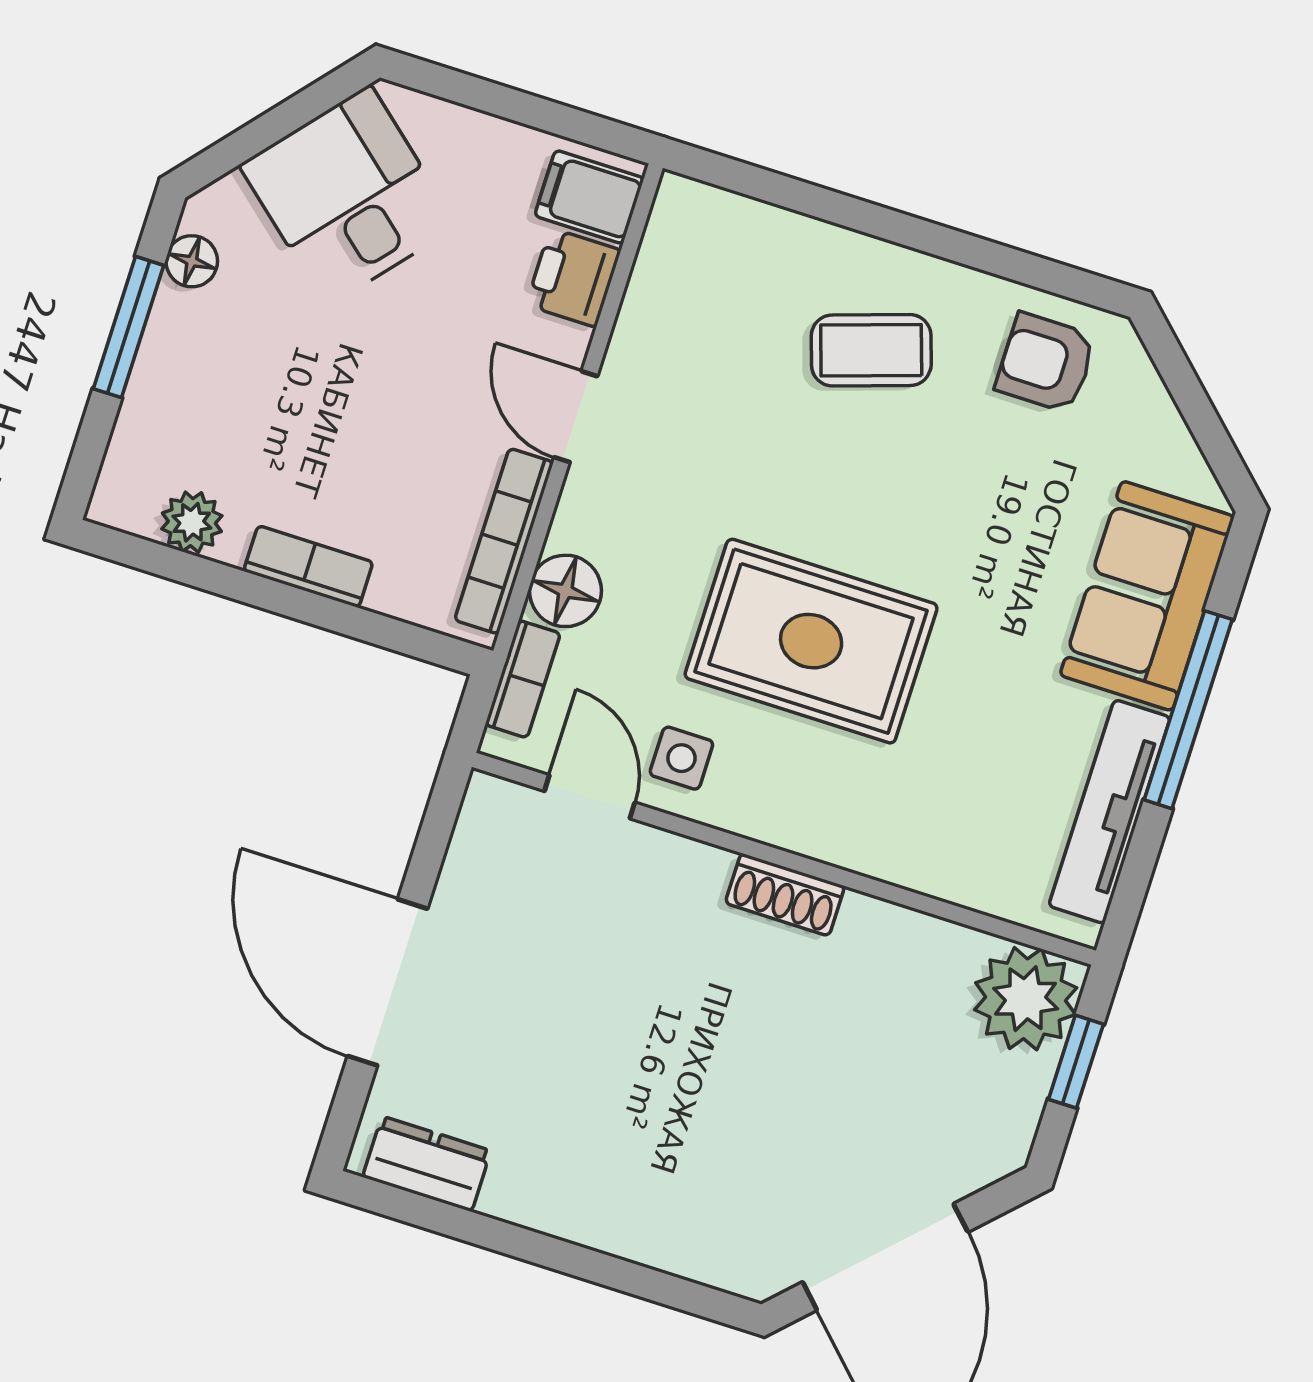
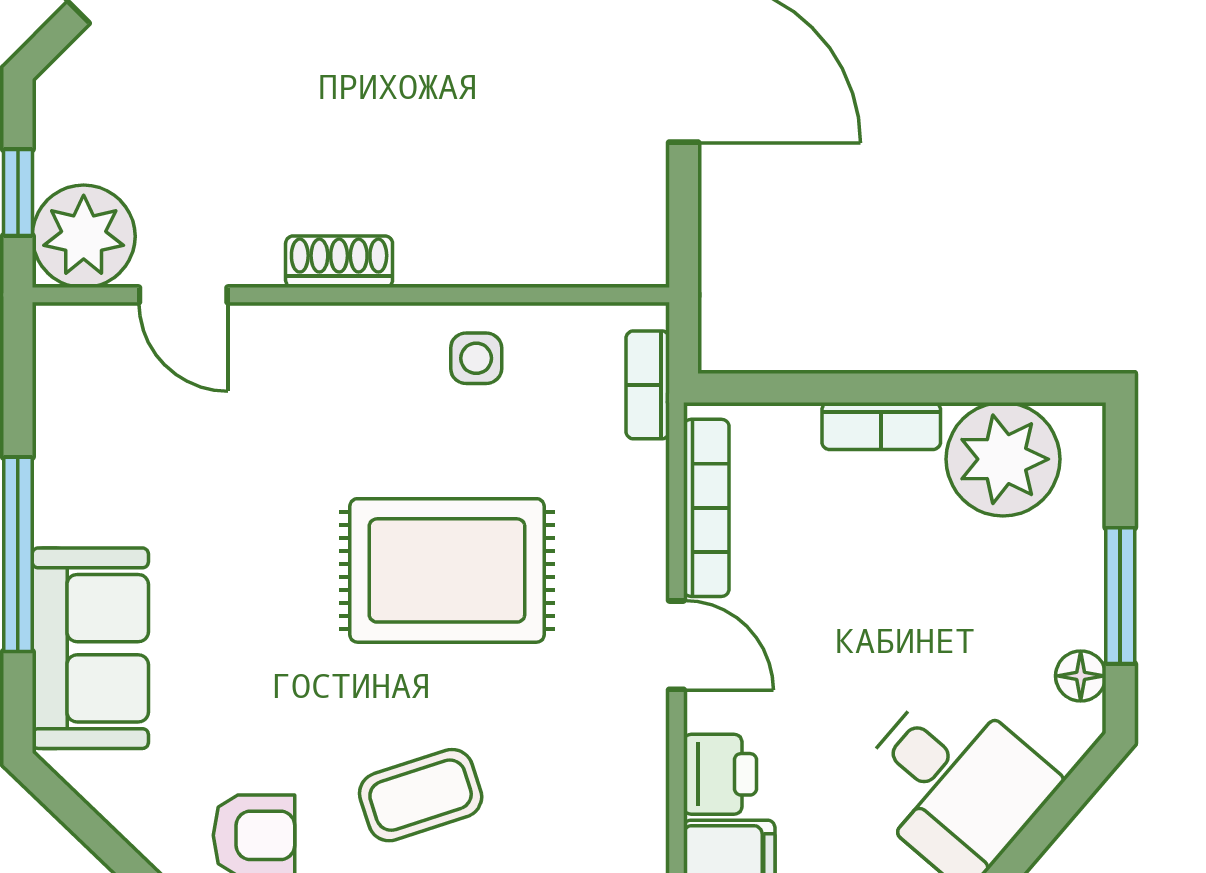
plant: (192, 522) -> (1003, 459), width x1.88, depth x1.88
floor lamp: (565, 591) -> (634, 480), removed
rug: (811, 641) -> (447, 570), moved
door: (590, 797) -> (183, 295), moved
tv unit: (1109, 812) -> (61, 436), removed

